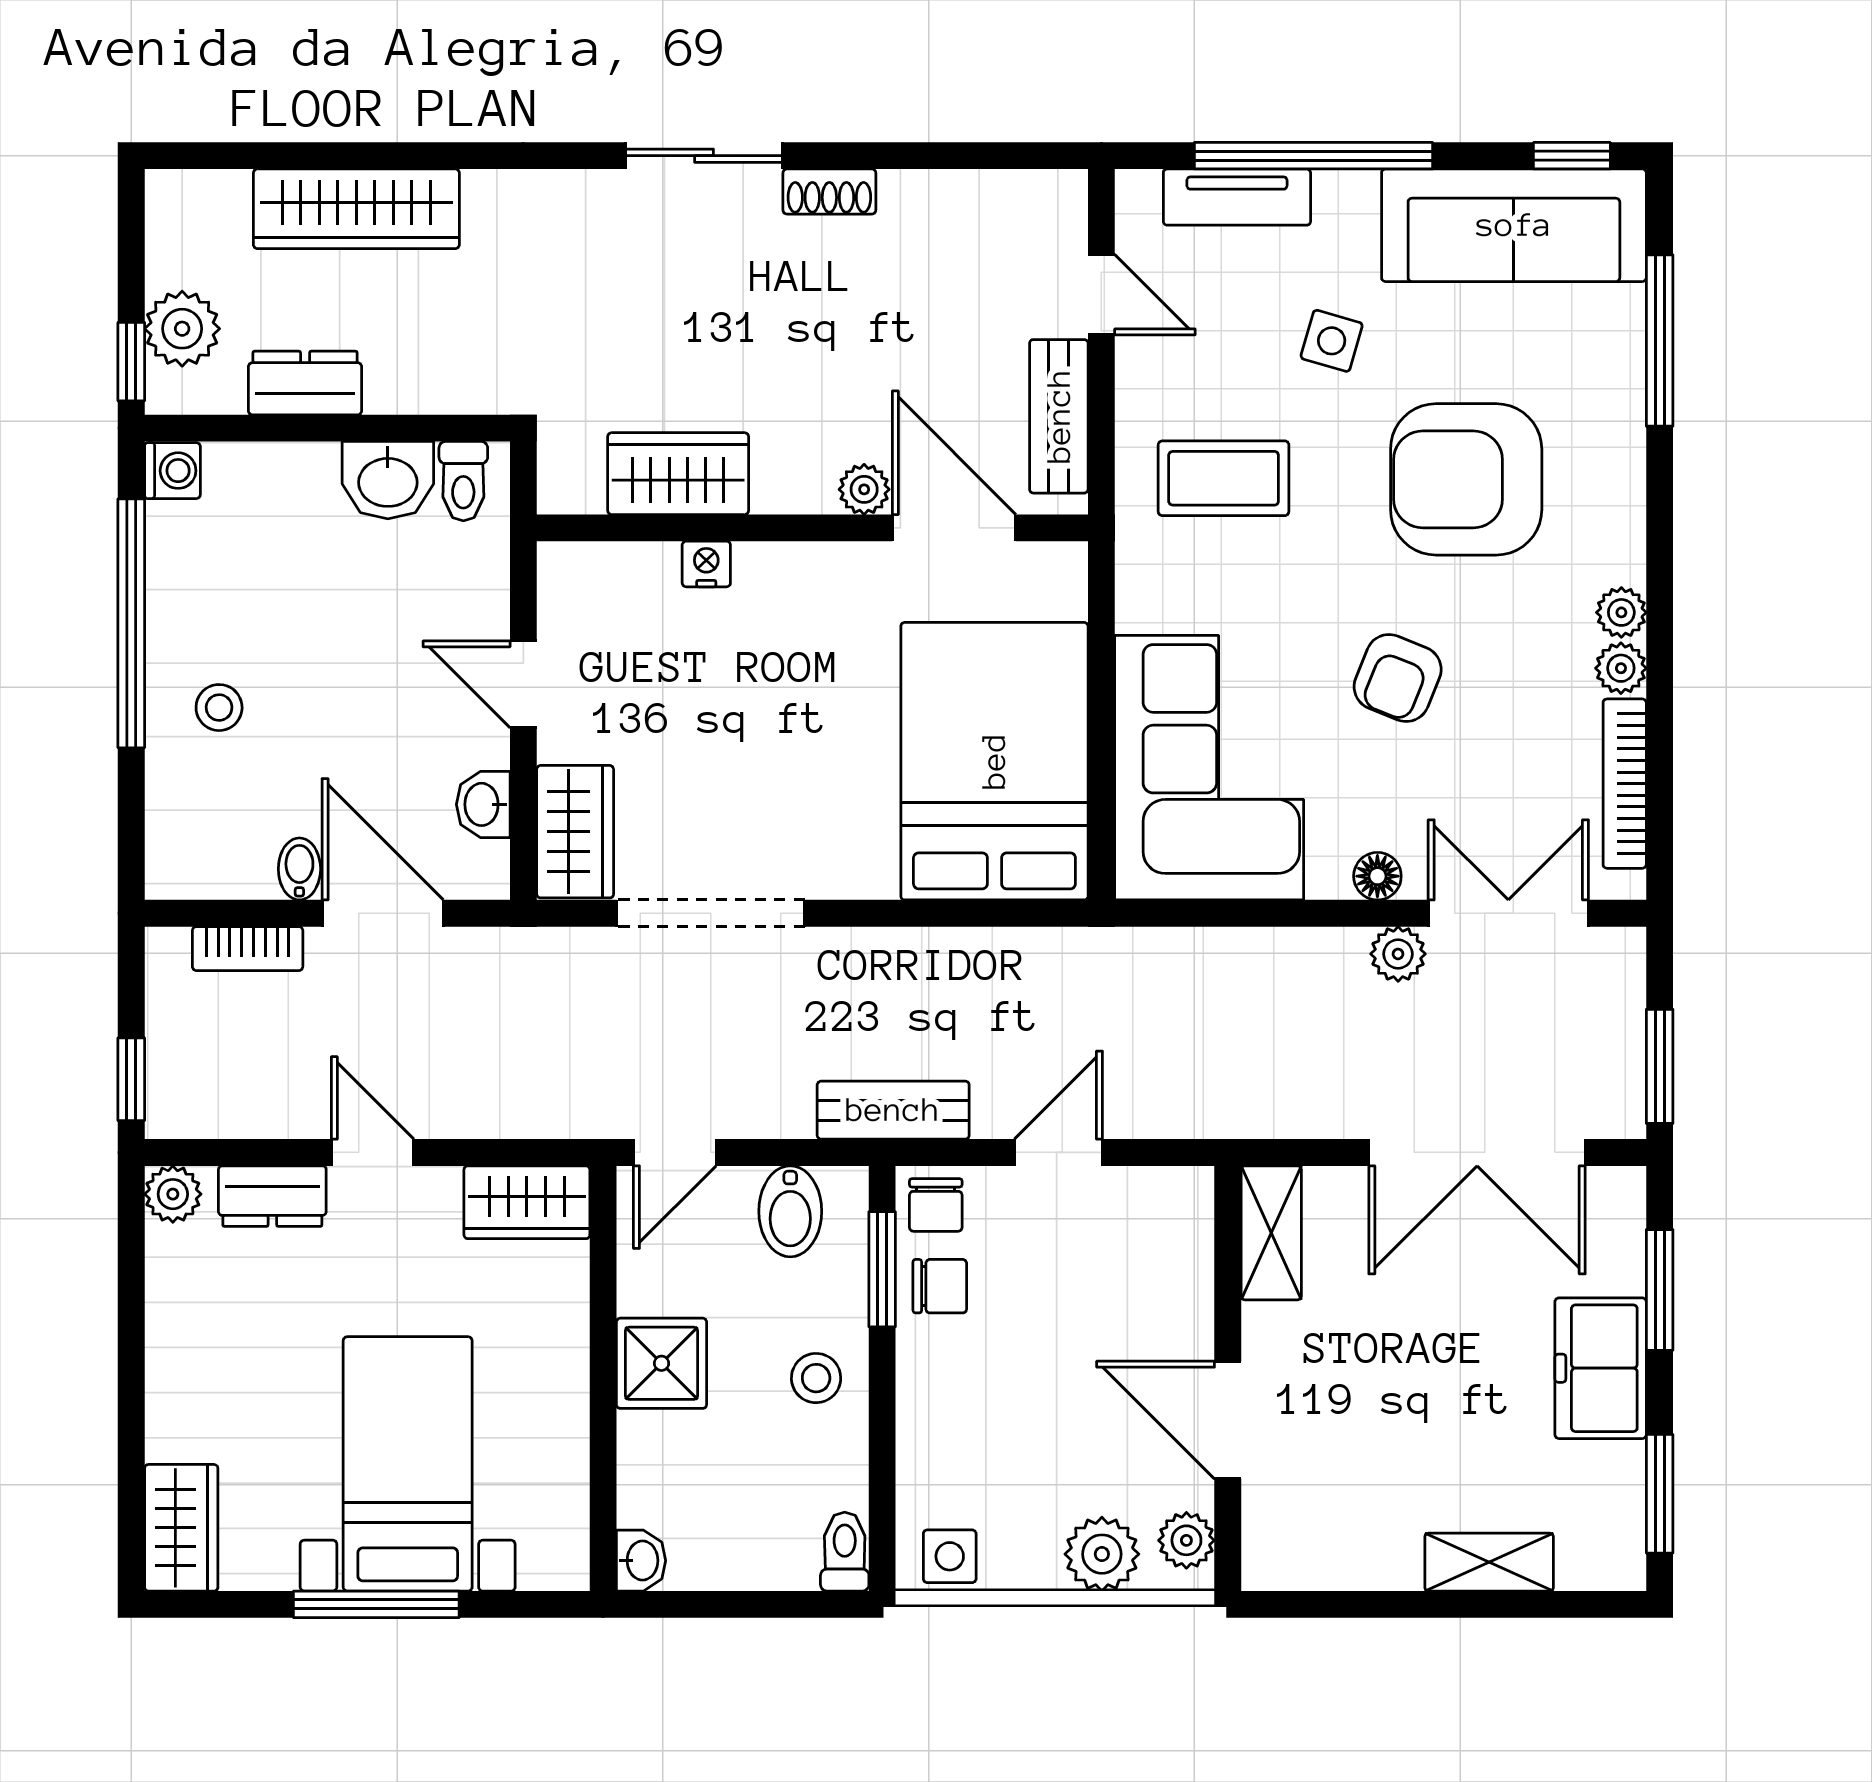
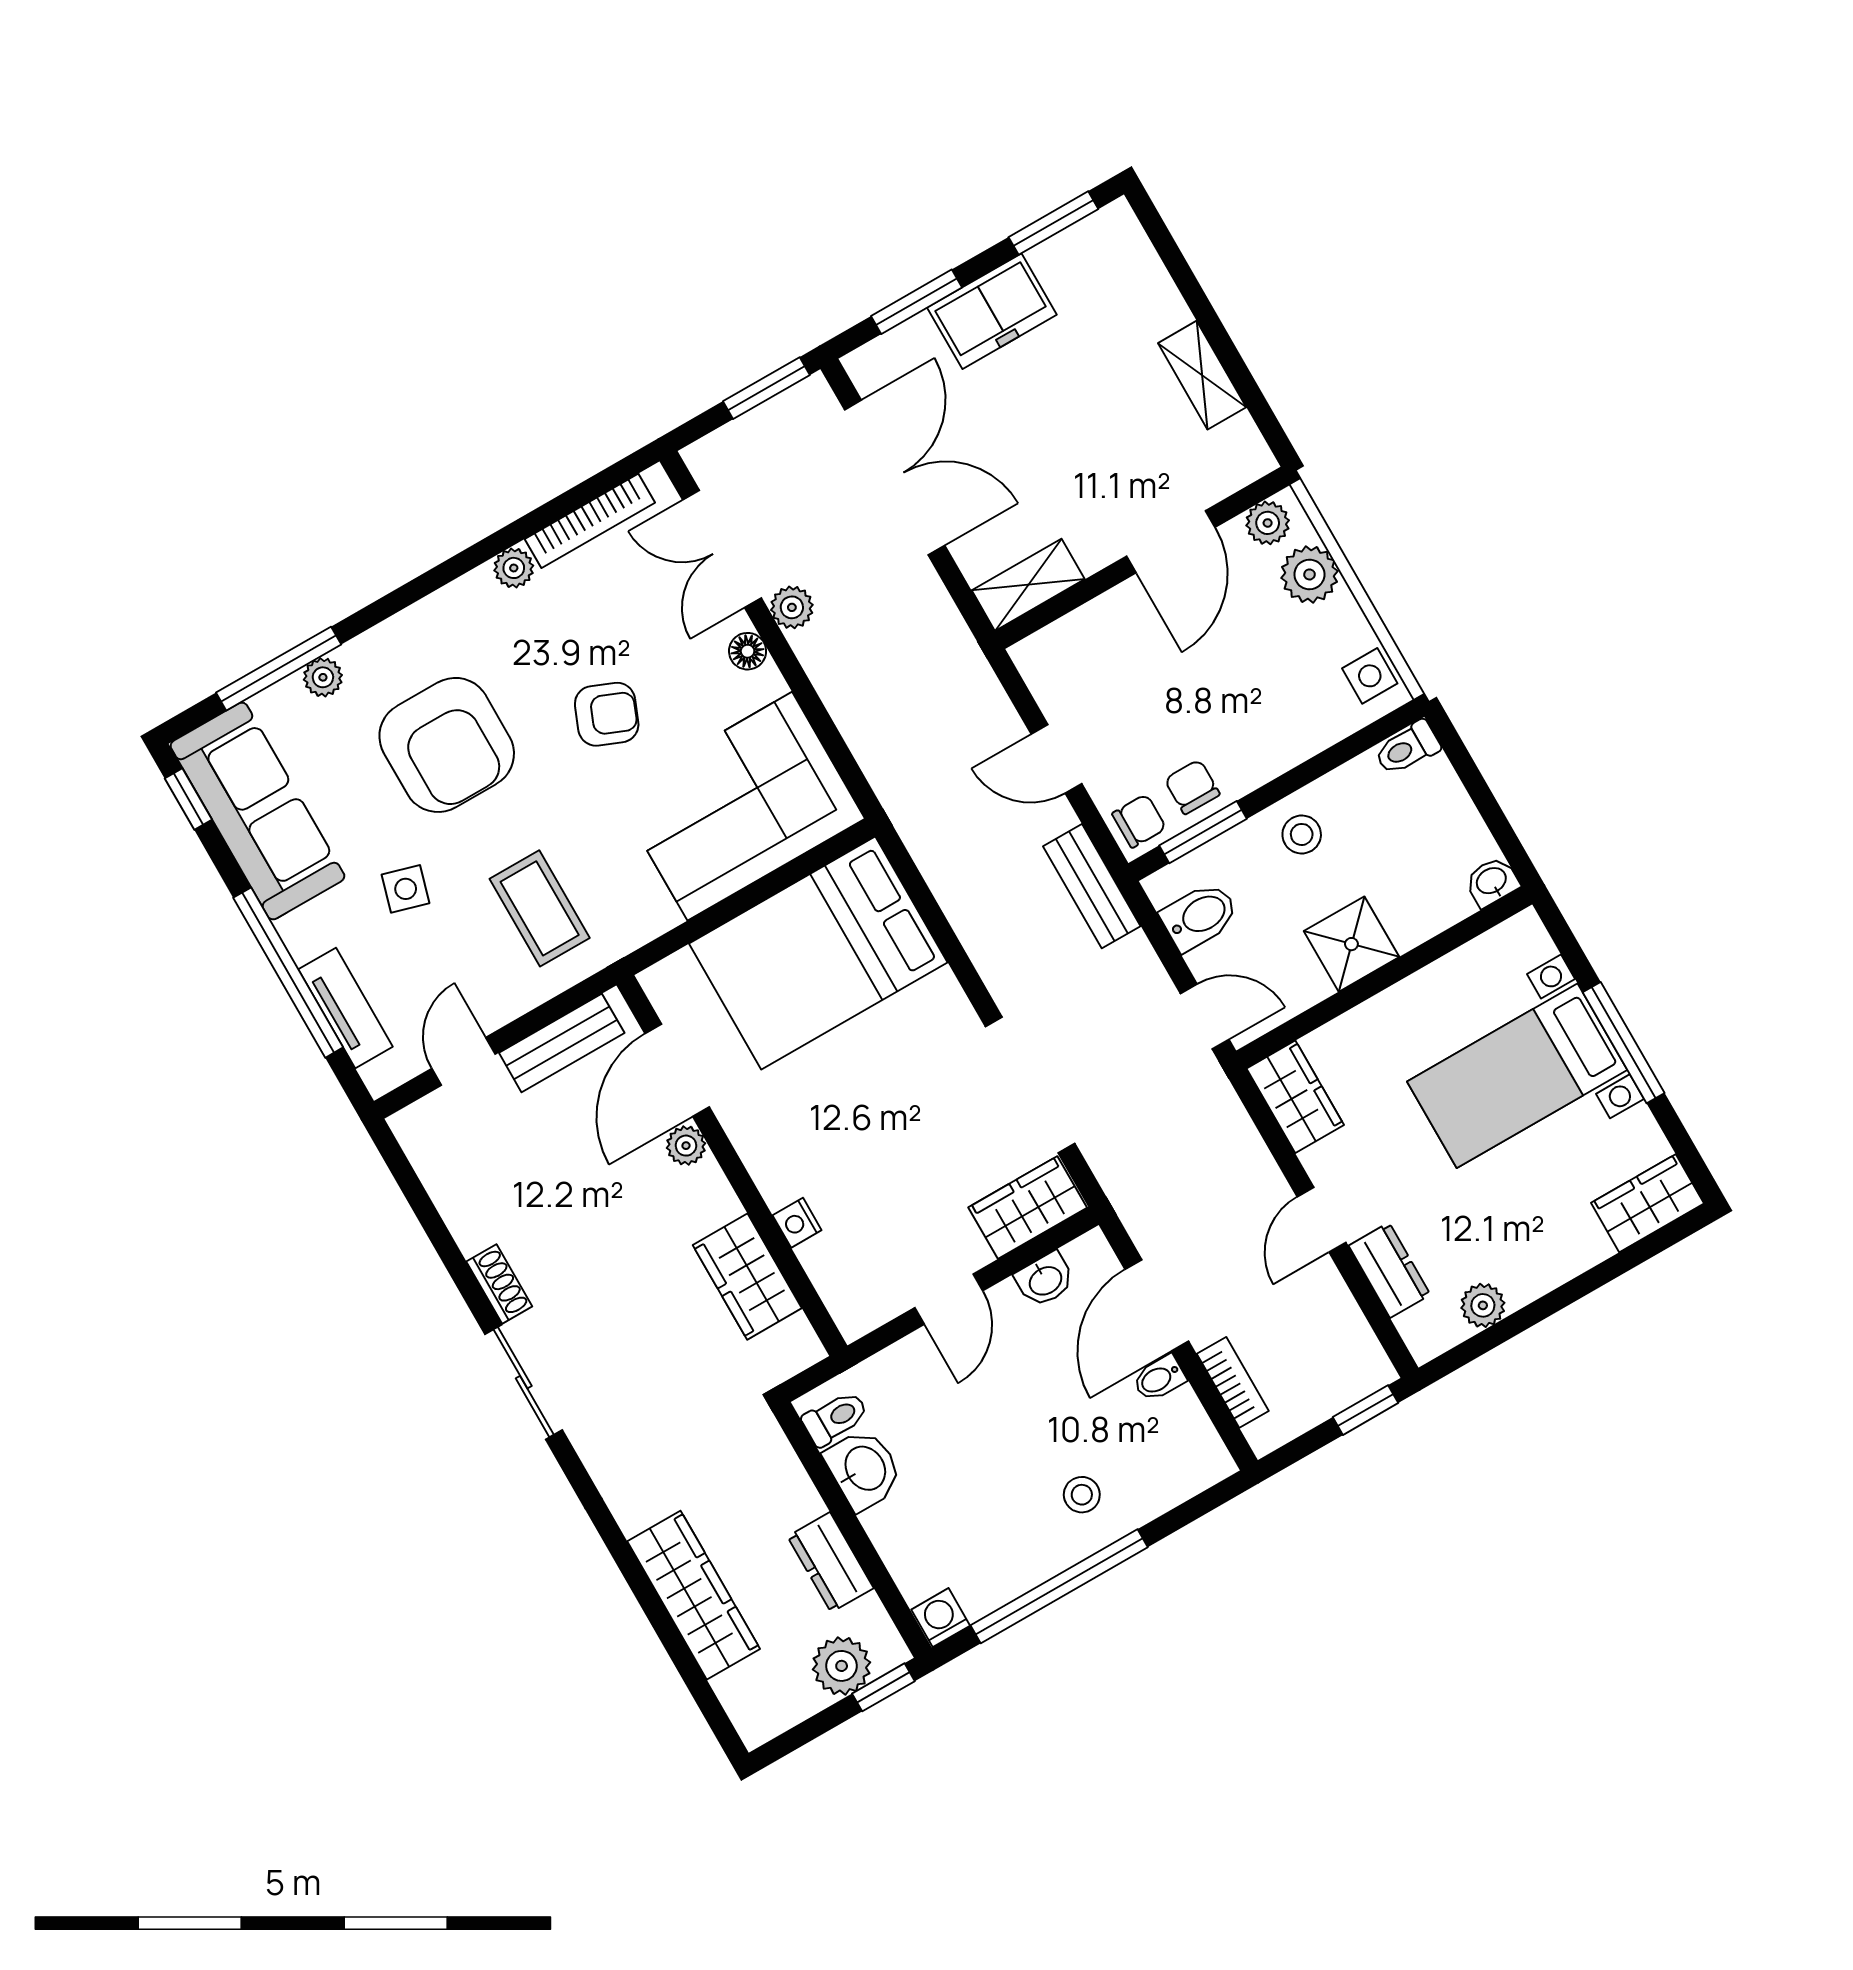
plant: (1621, 612) -> (323, 677), moved
plant: (173, 1194) -> (1483, 1305), moved
shelving: (1489, 1562) -> (1202, 375), moved

